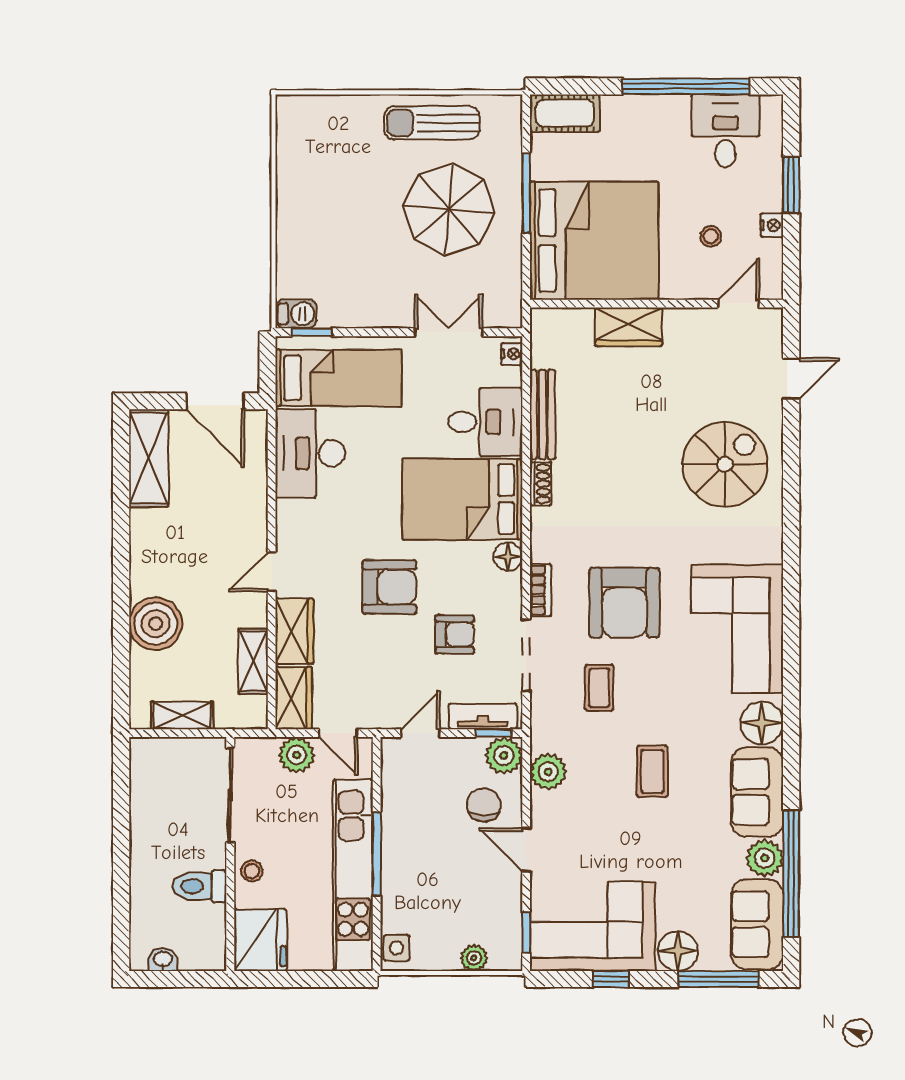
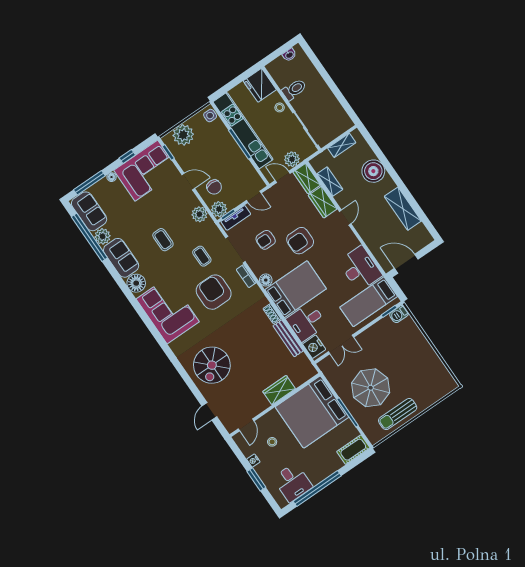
sun lounger: (432, 123) -> (398, 414), turned 180
nightstand: (512, 354) -> (314, 347), width x1.89, depth x1.79
shelving: (149, 458) -> (403, 209), moved
door: (420, 733) -> (254, 197), hinge flipped
floor lamp: (678, 951) -> (112, 177), width x0.53, depth x0.53
plant: (474, 958) -> (183, 135), width x1.88, depth x1.88

